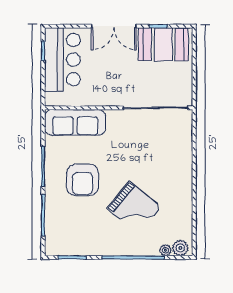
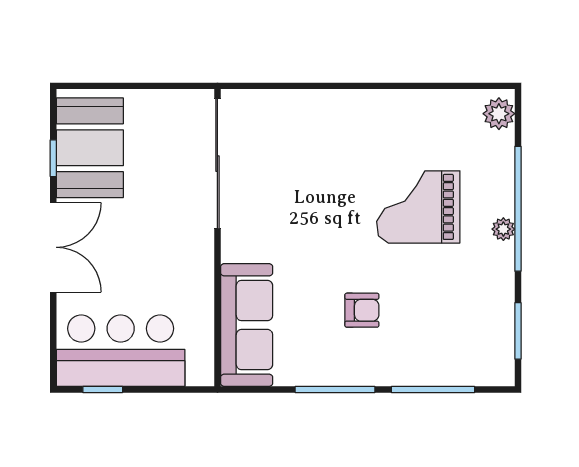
armchair: (82, 180) -> (362, 310), width x0.53, depth x0.53
grand piano: (134, 208) -> (418, 207), turned -130
plant: (165, 250) -> (503, 229), moved

